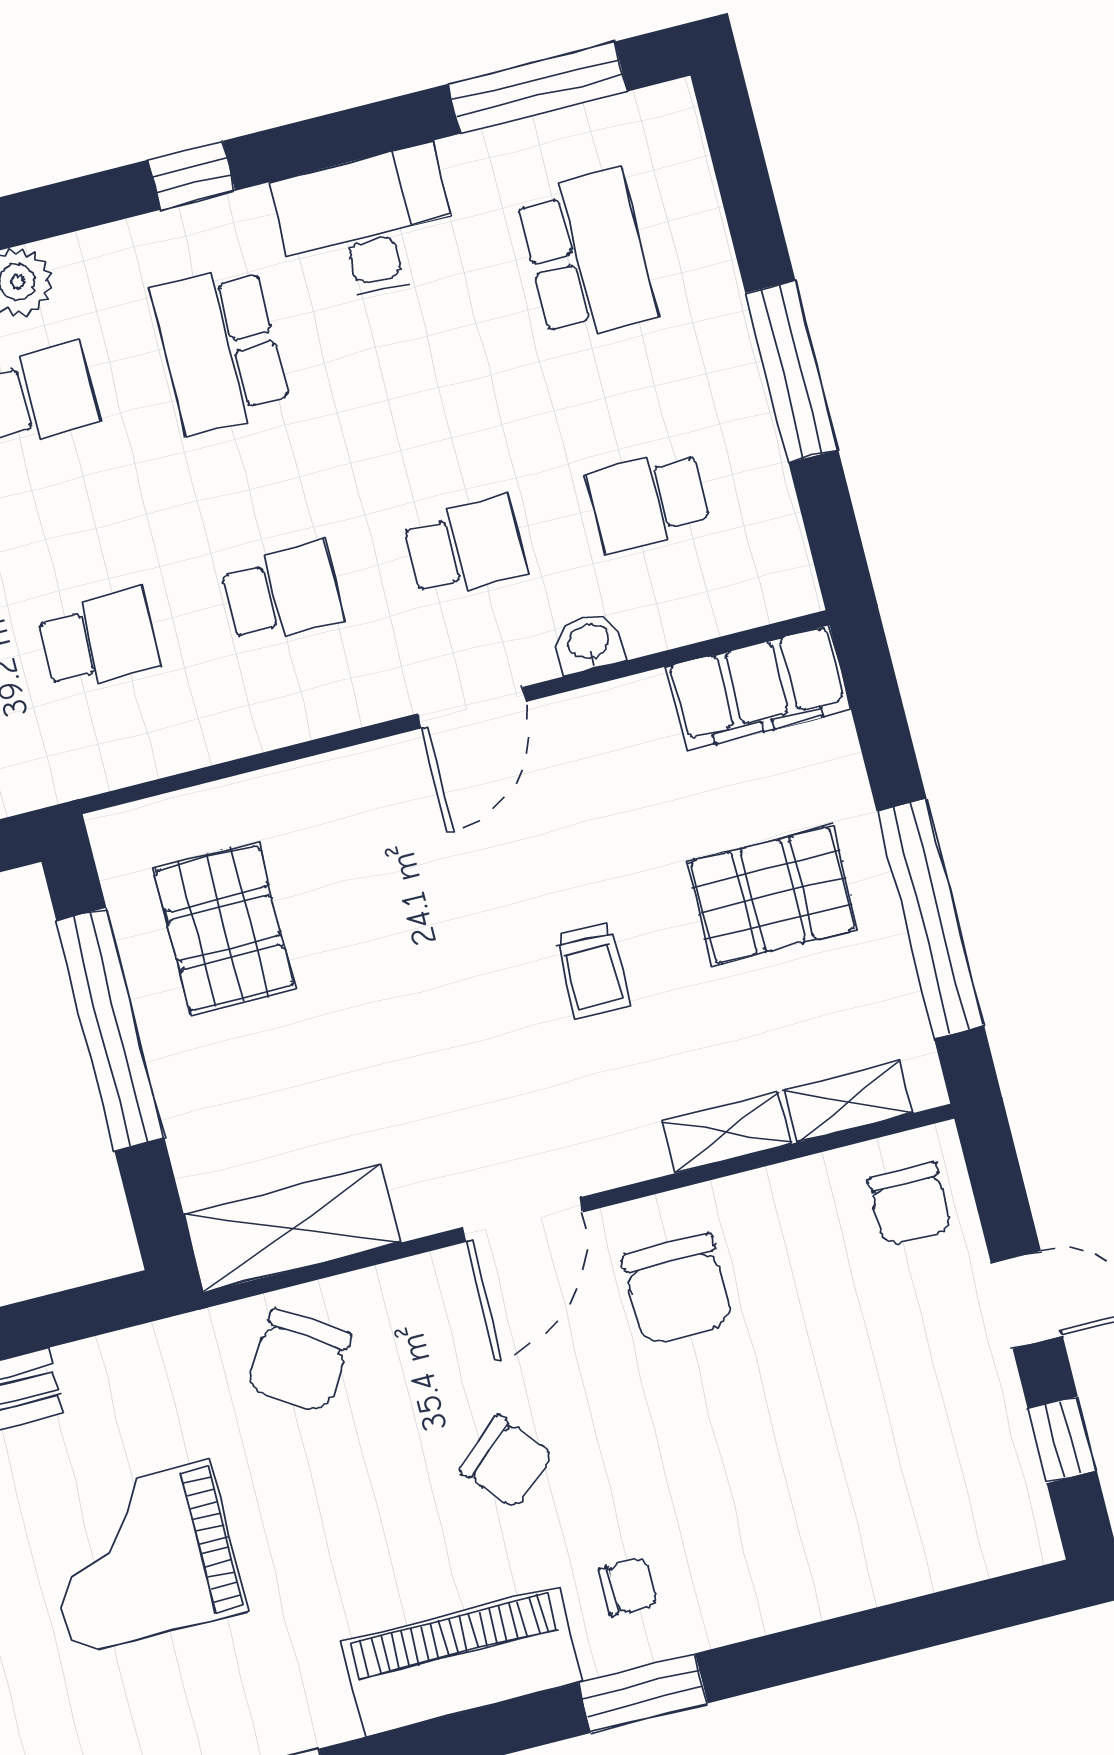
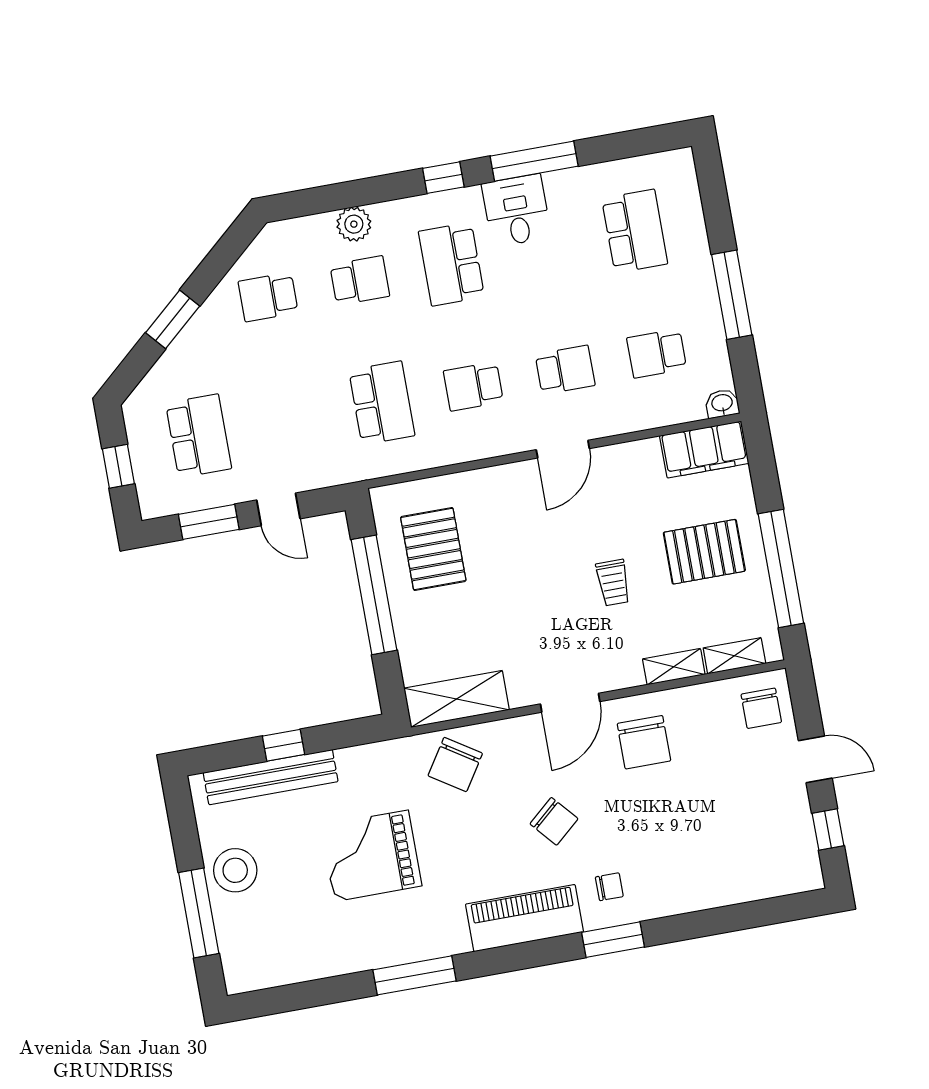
window: (537, 88) -> (534, 161), moved
desk: (366, 226) -> (516, 210), width x0.73
school desk: (282, 593) -> (473, 386), turned 180
school desk: (99, 640) -> (382, 403), width x1.85
washbasin: (589, 643) -> (722, 403), moved

